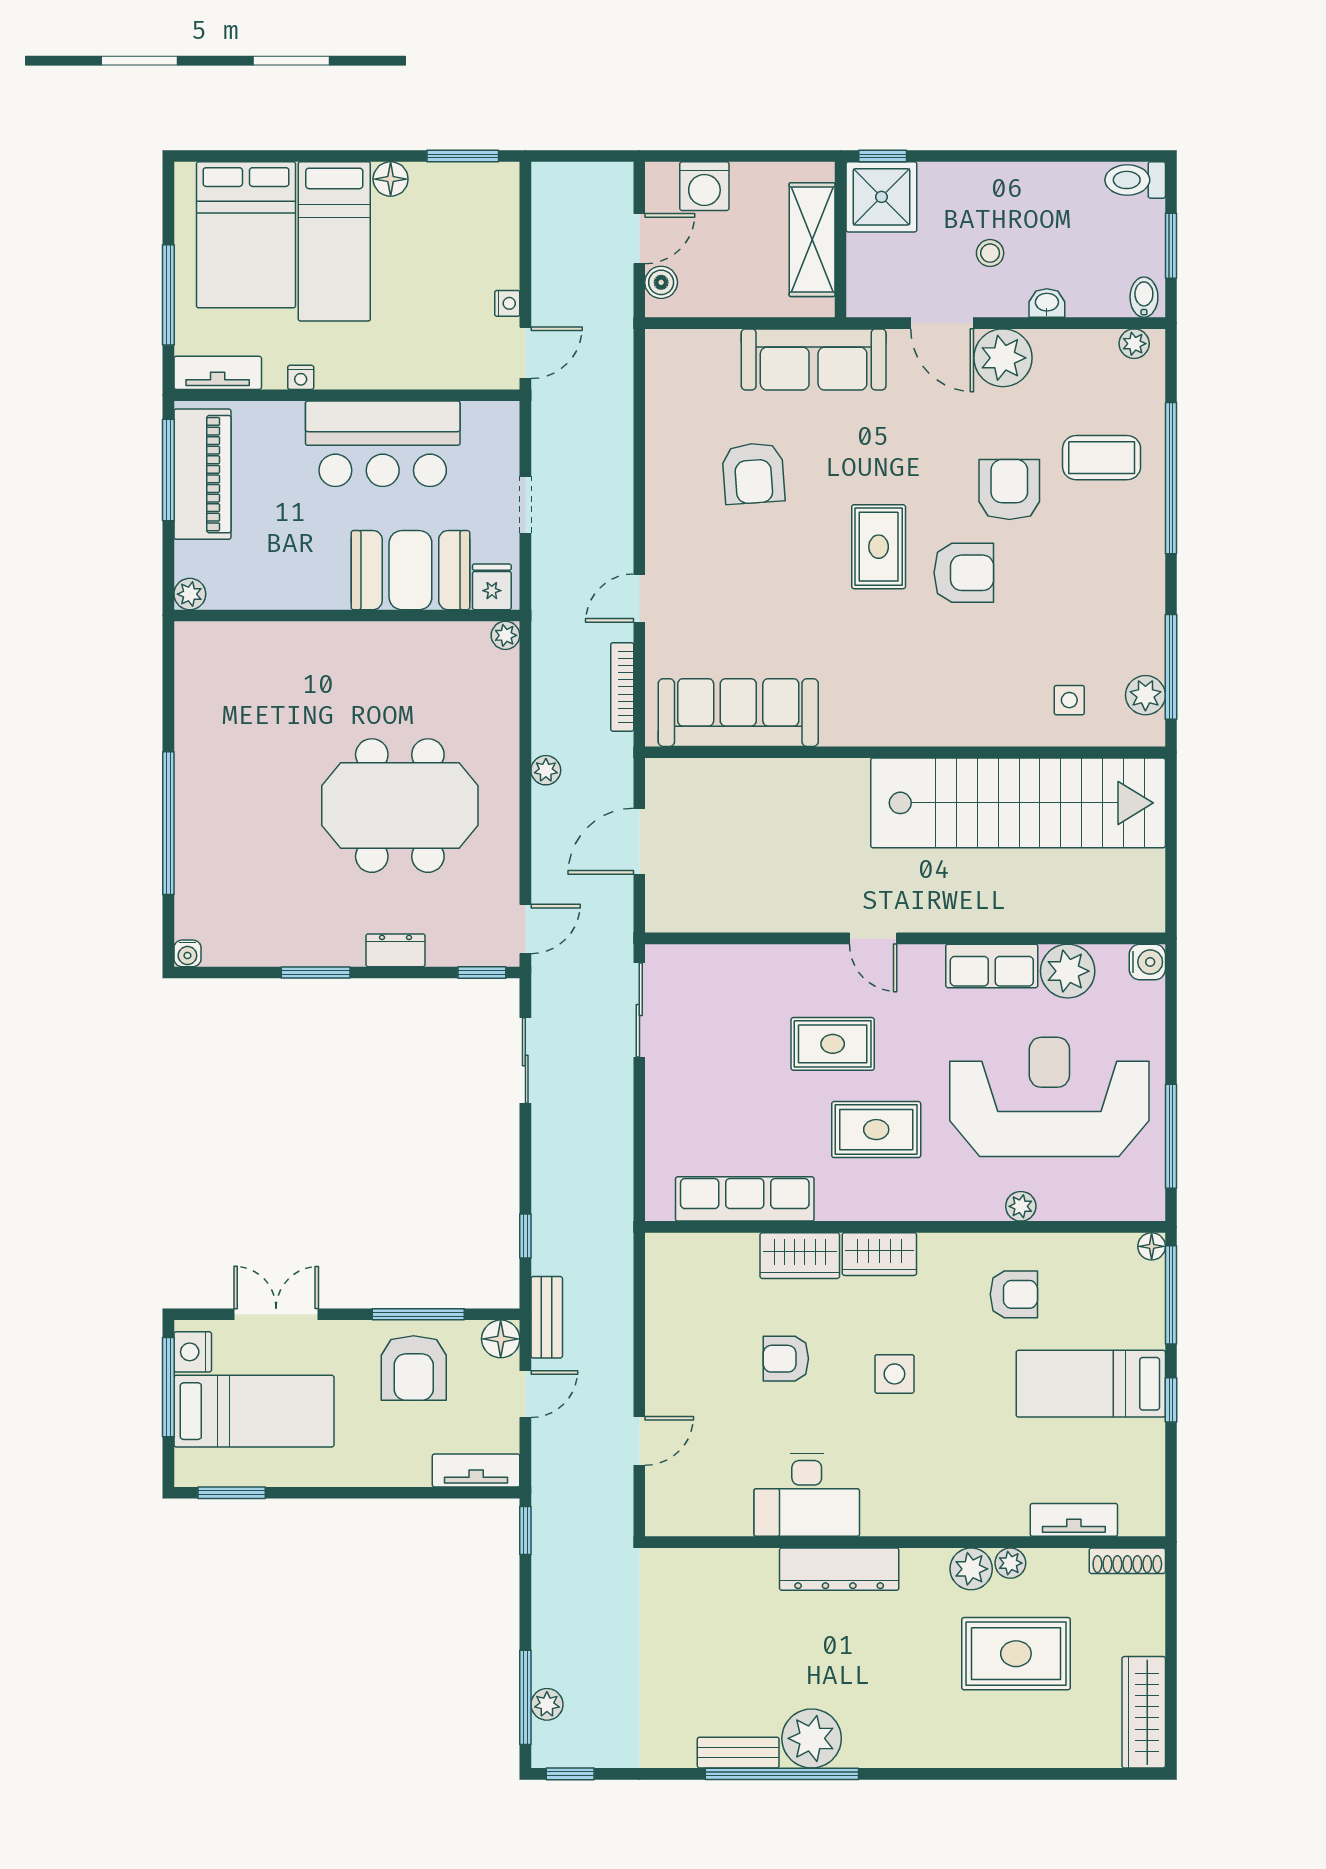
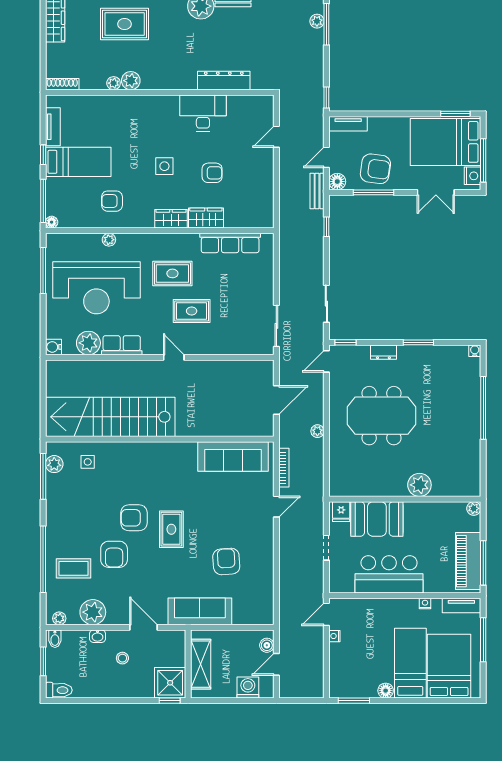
plant: (1003, 358) -> (93, 612), moved
plant: (505, 635) -> (419, 485), moved, width x1.87, depth x1.87
armchair: (414, 1368) -> (375, 169), turned 98
bed: (254, 1411) -> (446, 142), width x1.50
tv unit: (1074, 1520) -> (53, 127), moved, turned -90
dresser: (839, 1569) -> (224, 80), moved
rug: (1016, 1654) -> (125, 24), moved

